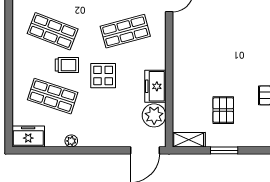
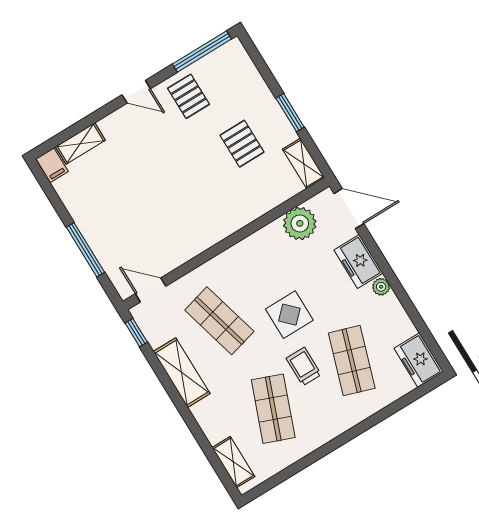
freezer: (155, 86) -> (358, 261), moved, turned 90
pallet: (223, 110) -> (242, 144), turned 90
plant: (71, 141) -> (381, 287), moved

